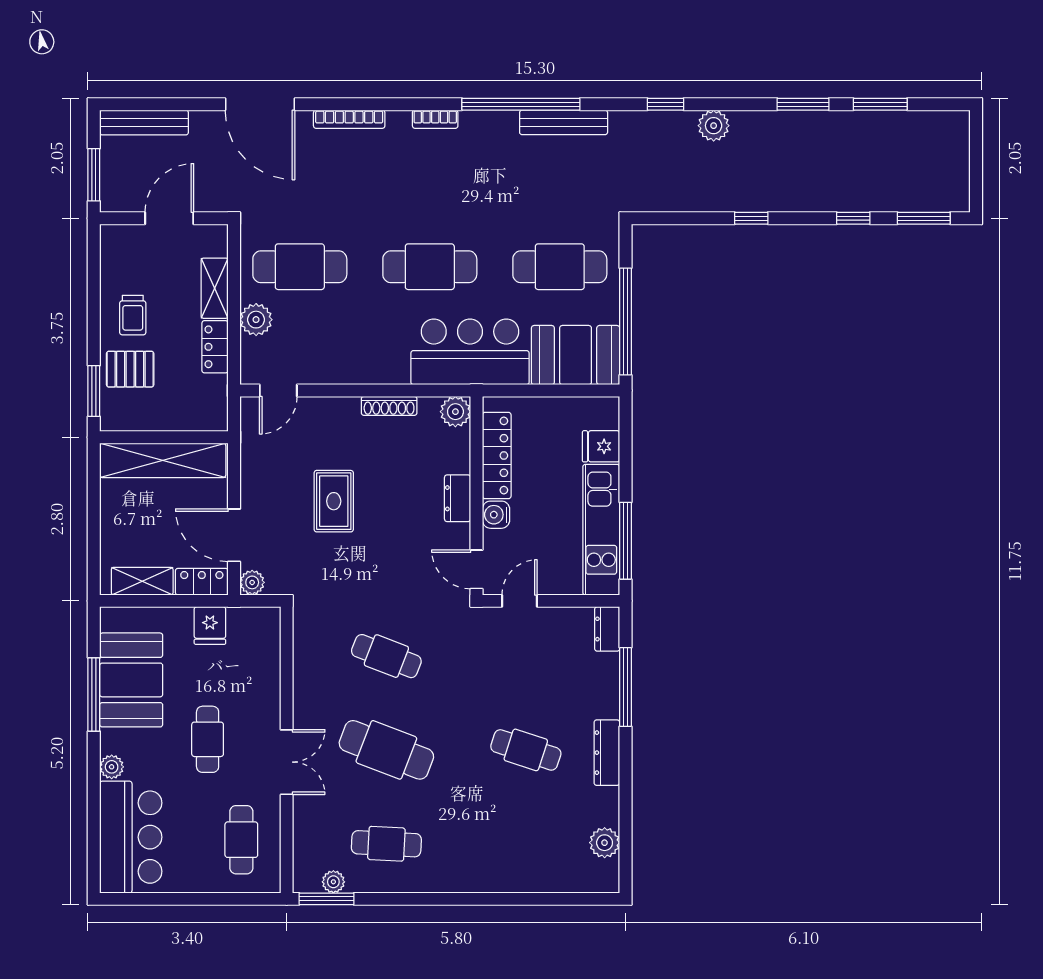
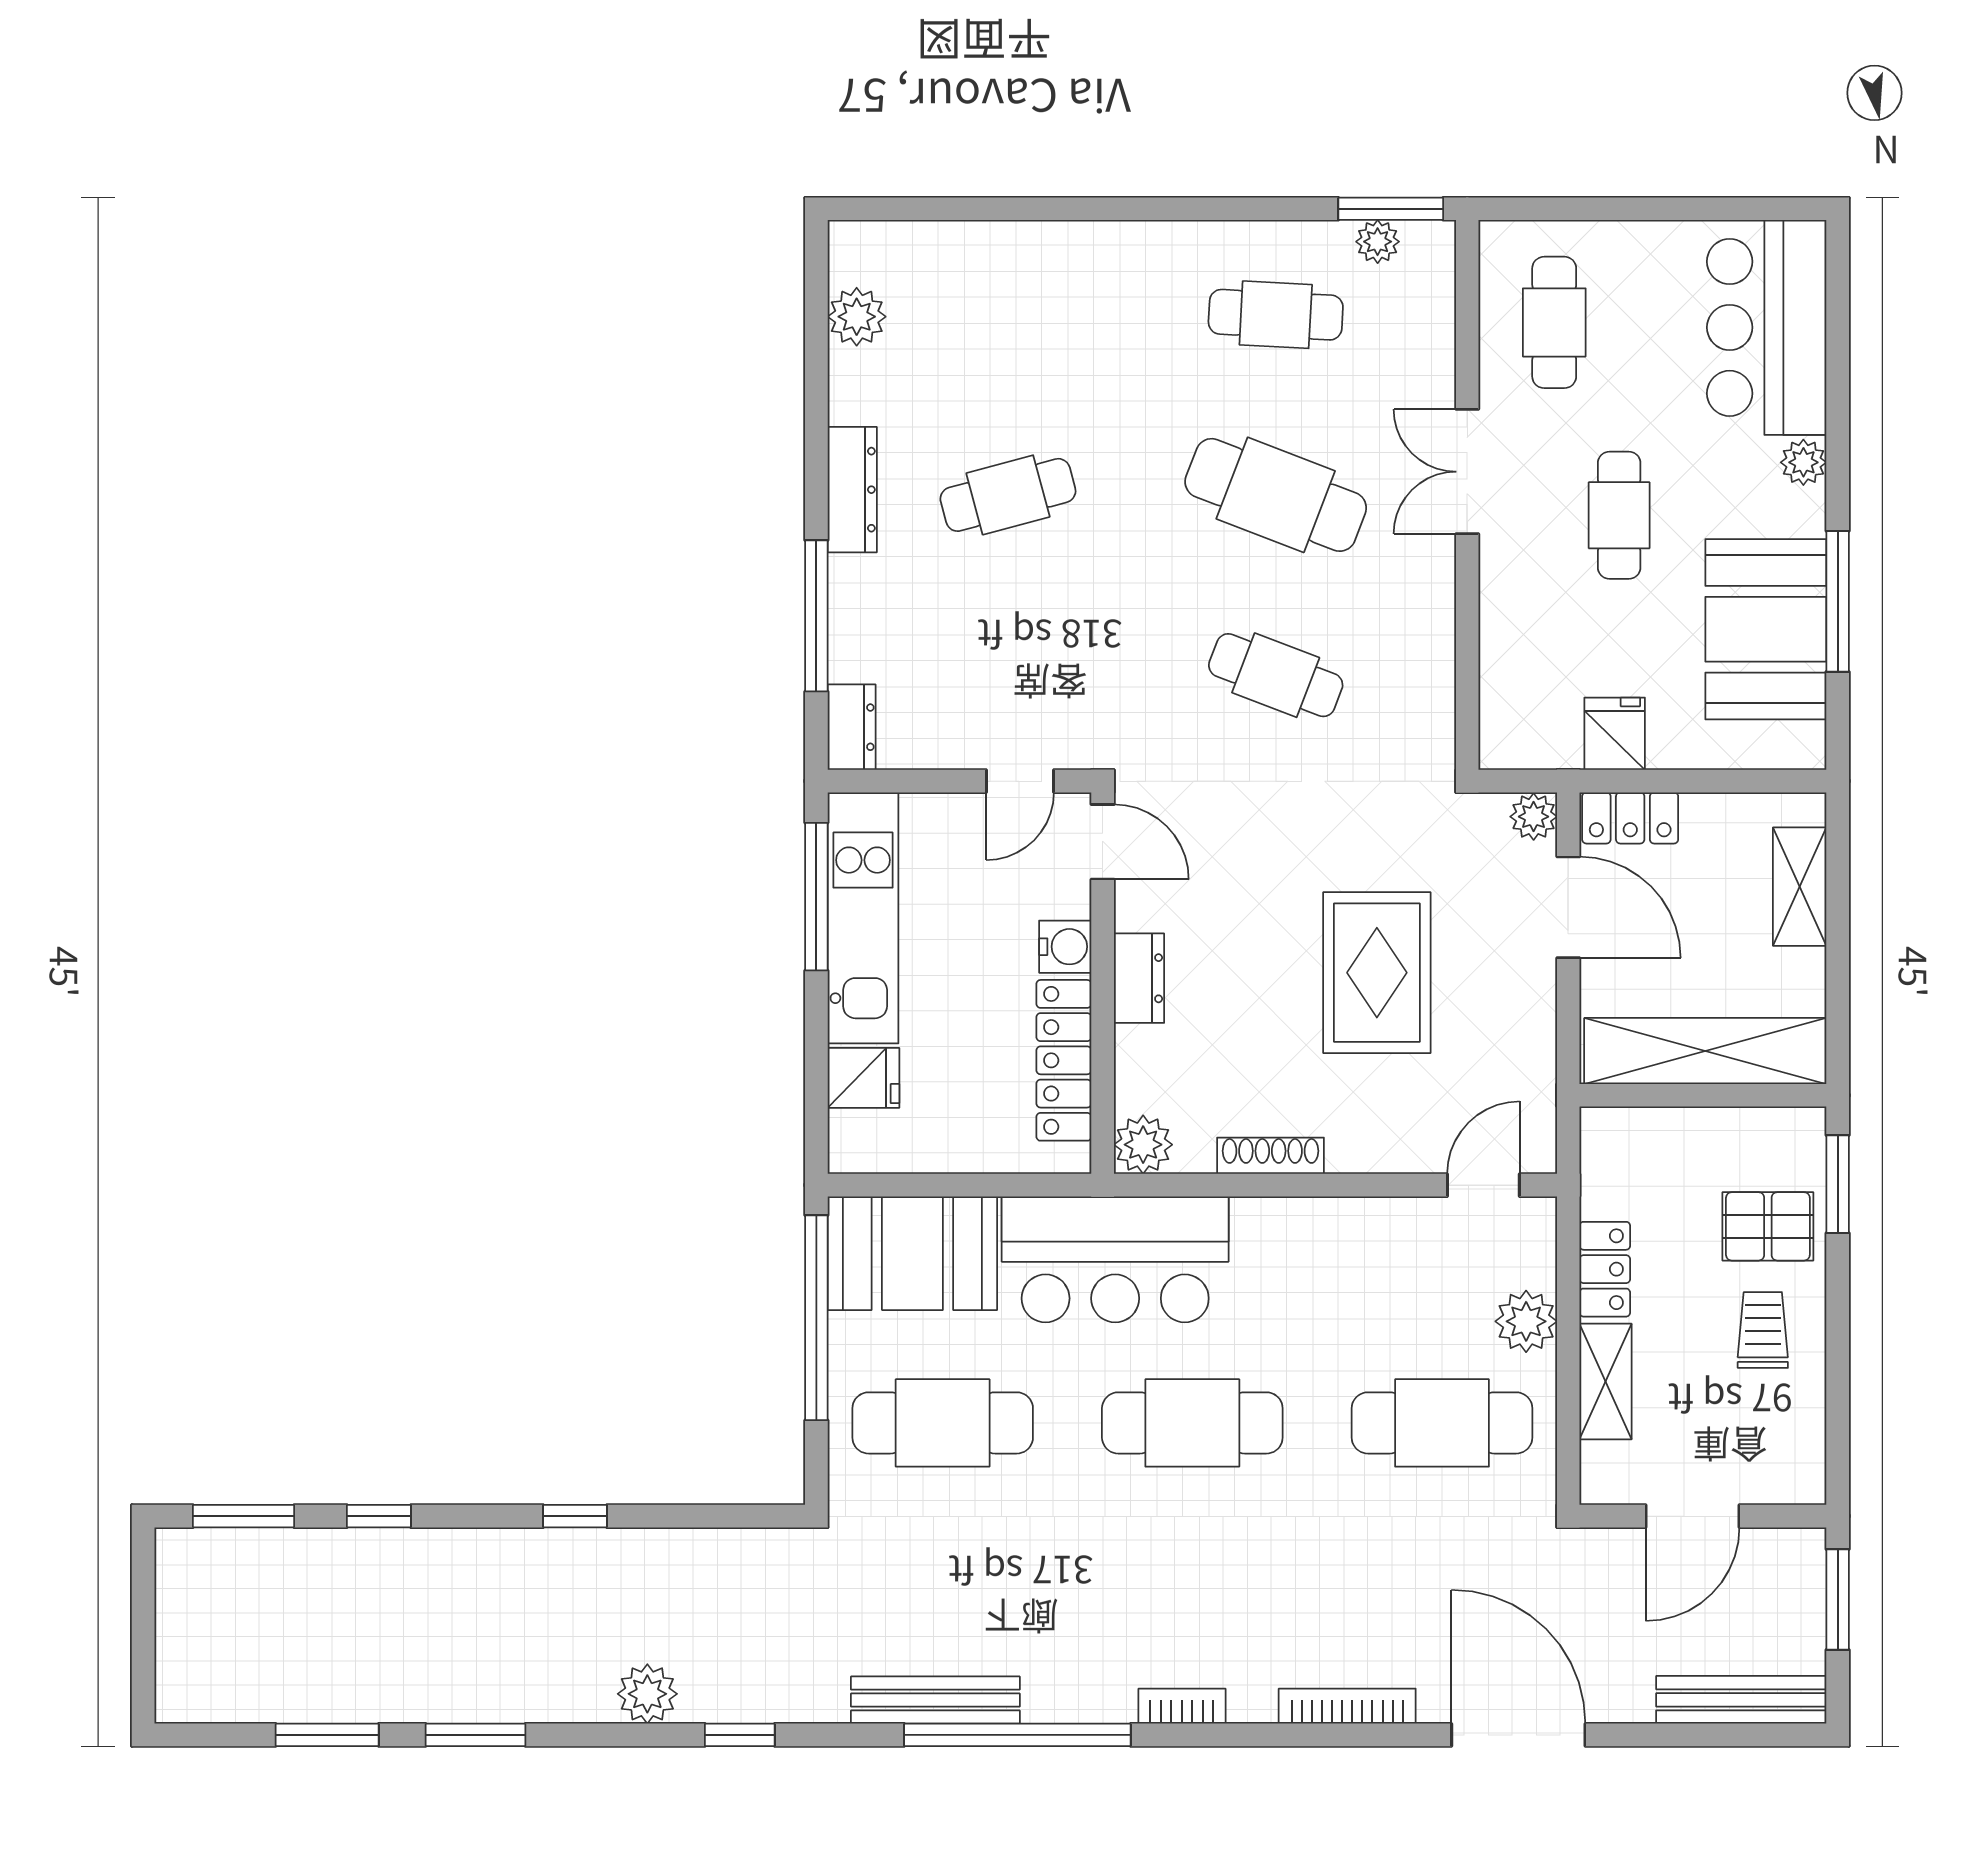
rug: (334, 501) -> (1377, 973), width x1.36, depth x1.43
shelving: (142, 581) -> (1800, 887), moved, turned 90
cafe table: (526, 750) -> (1008, 495), turned -33

